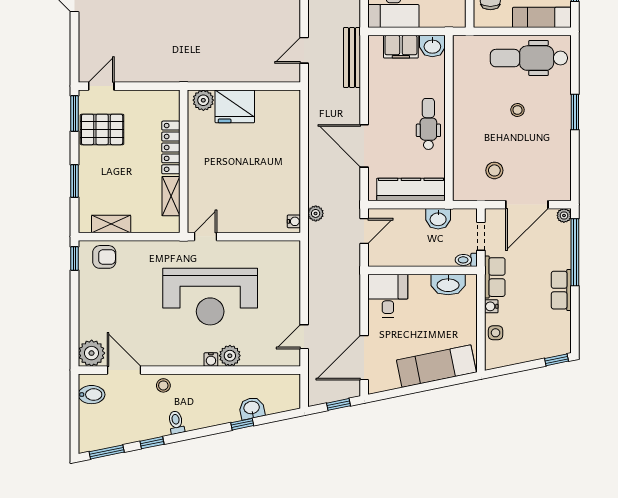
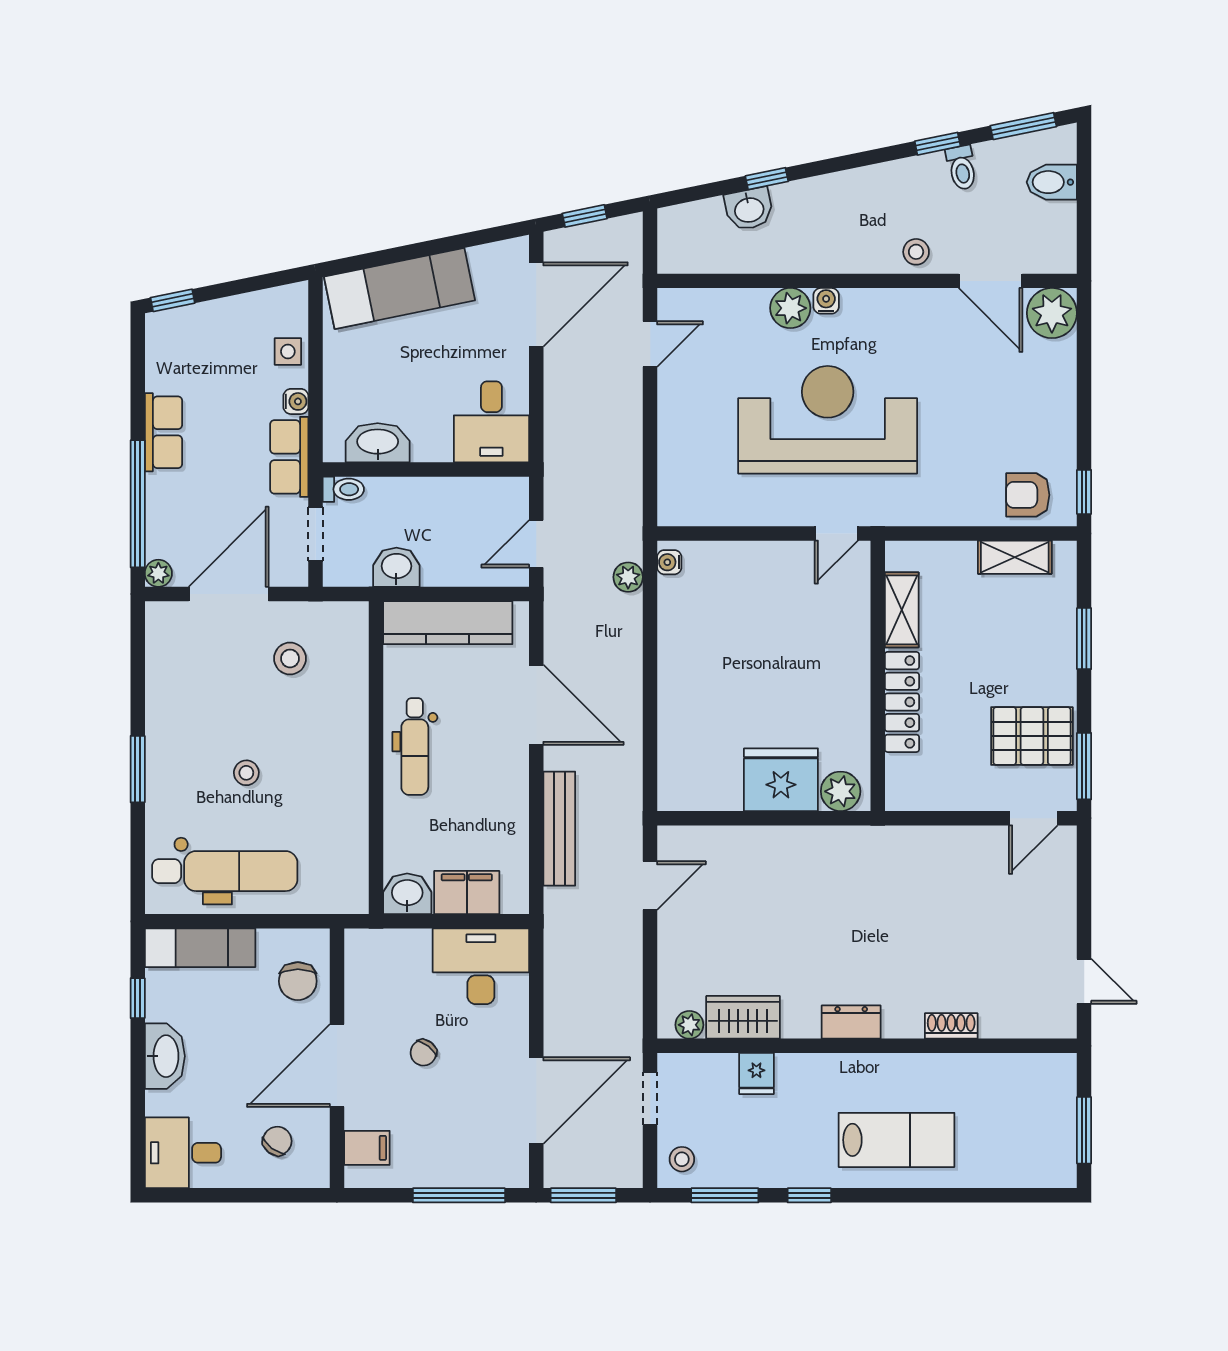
bench: (352, 57) -> (559, 829), moved
bidet: (92, 395) -> (1052, 182), moved
toilet: (176, 422) -> (962, 168), moved

